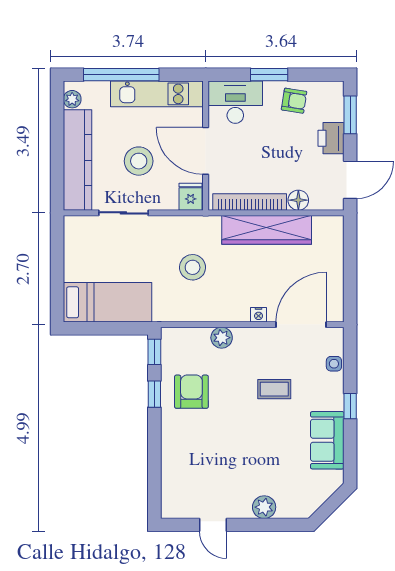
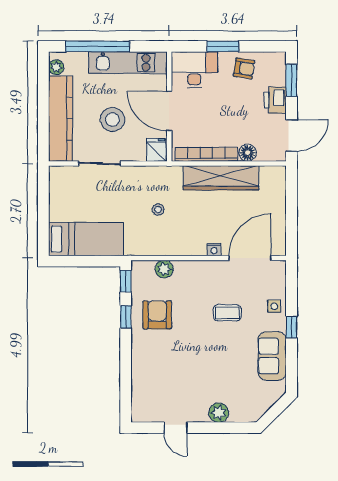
stool: (193, 267) -> (158, 210), width x0.53, depth x0.53
plant: (222, 338) -> (164, 269), moved
side table: (334, 364) -> (274, 306), moved

